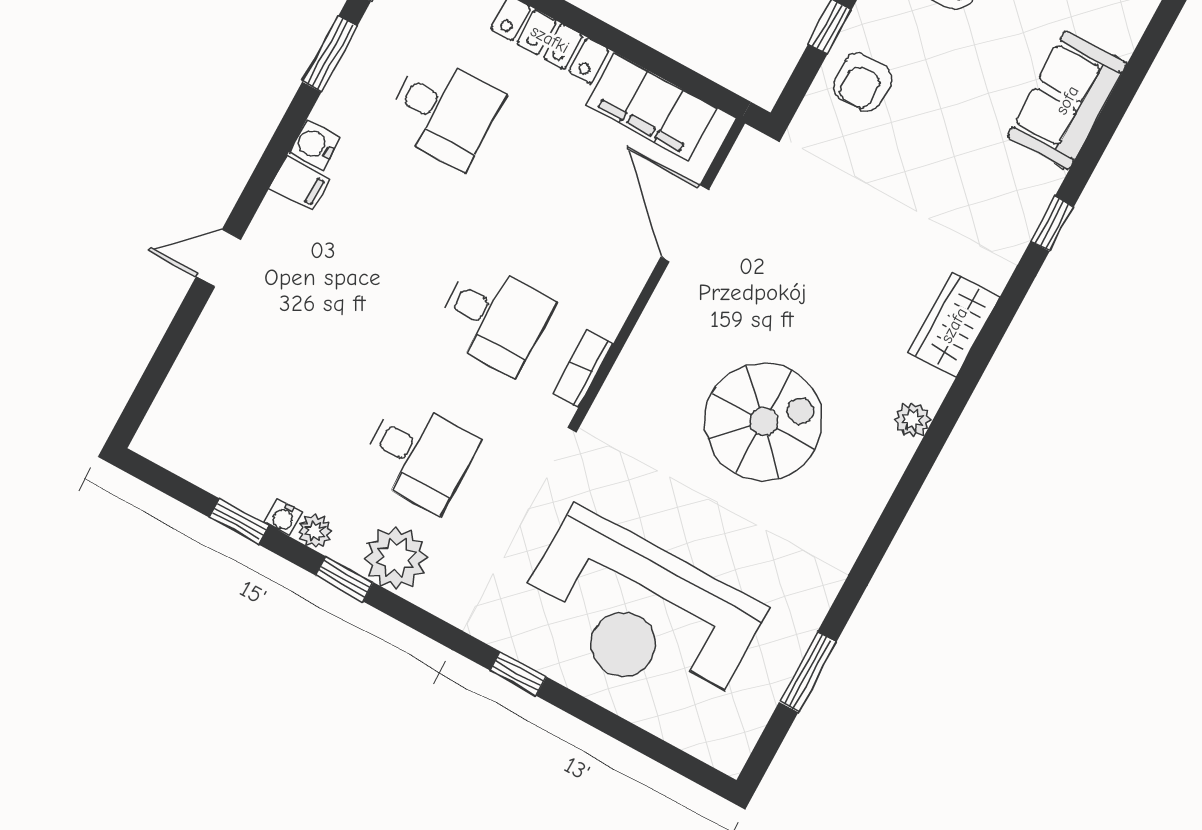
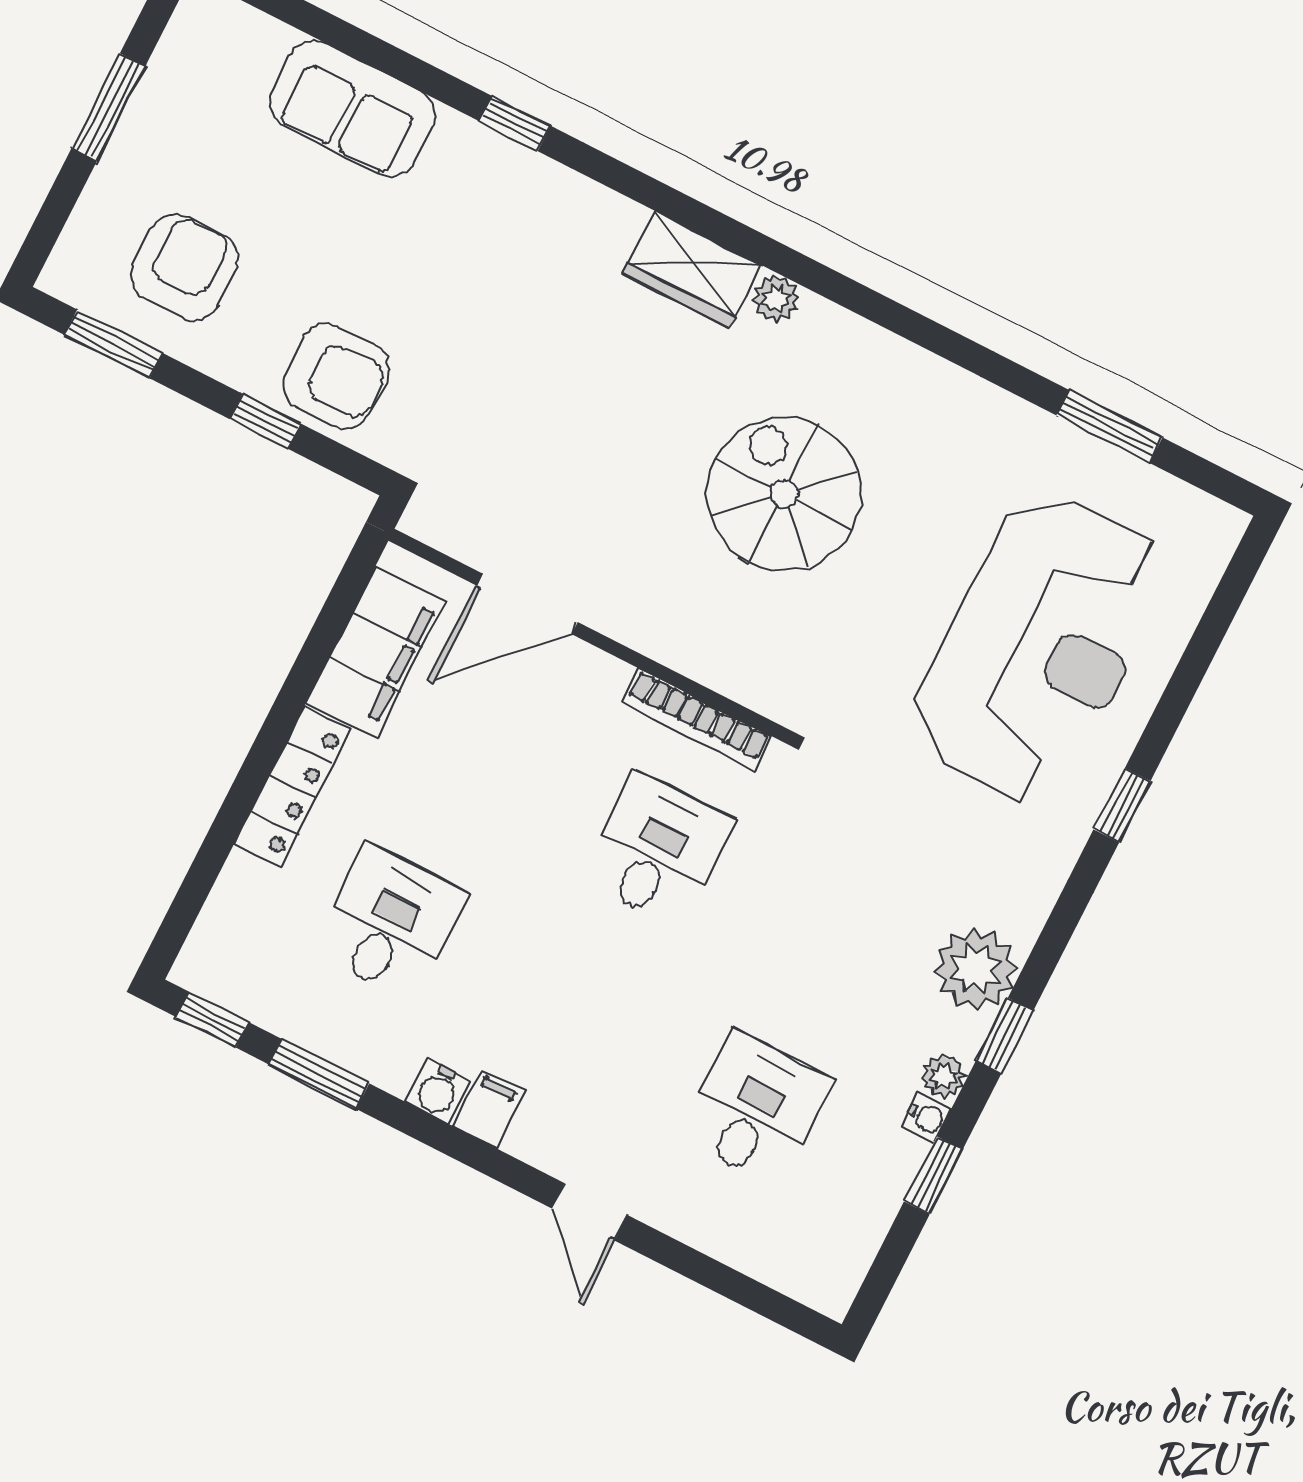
armchair: (863, 82) -> (336, 376), width x1.38, depth x1.38
wardrobe: (954, 325) -> (692, 269), moved
bookcase: (583, 368) -> (696, 719), width x1.56
desk: (419, 455) -> (755, 1109), moved

